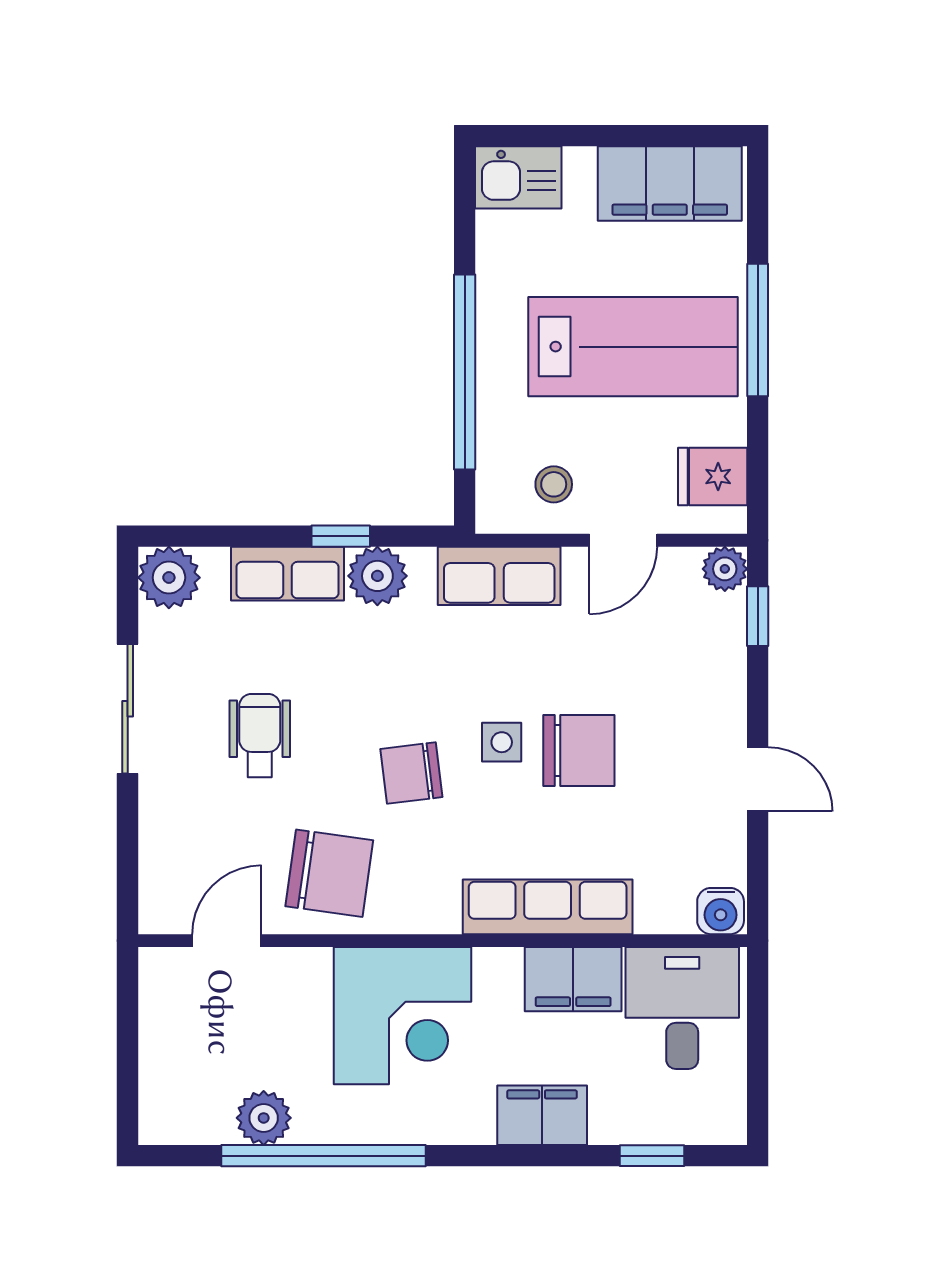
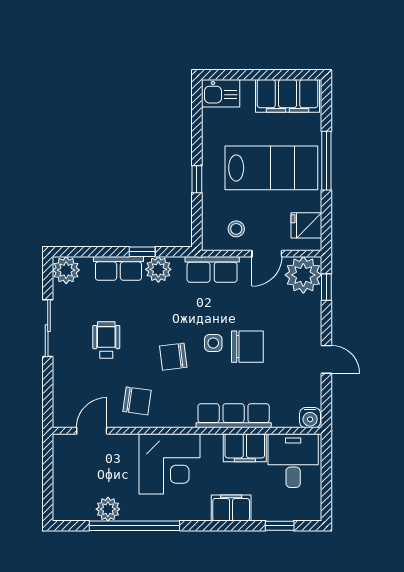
window: (465, 372) -> (197, 179), width x0.32
plant: (725, 569) -> (303, 275), width x1.88, depth x1.88
chair: (329, 873) -> (137, 401), width x0.73, depth x0.73

